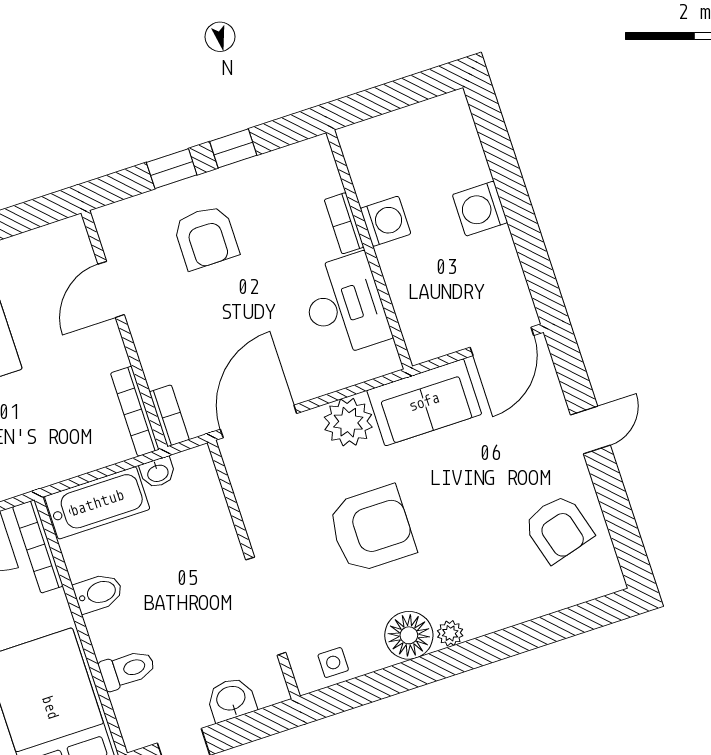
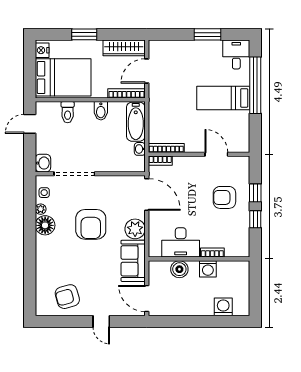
washing machine: (480, 209) -> (223, 307), moved
boiler: (408, 288) -> (179, 269), added
plant: (450, 633) -> (41, 209), moved
washbasin: (231, 699) -> (43, 163), moved

